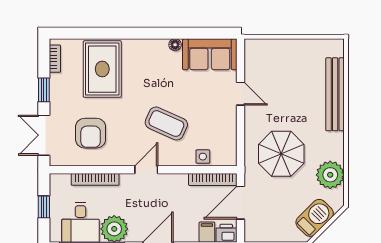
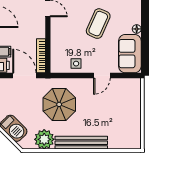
bench: (335, 94) -> (81, 143), moved
coffee table: (166, 124) -> (98, 24), moved
side table: (203, 157) -> (76, 64), moved

